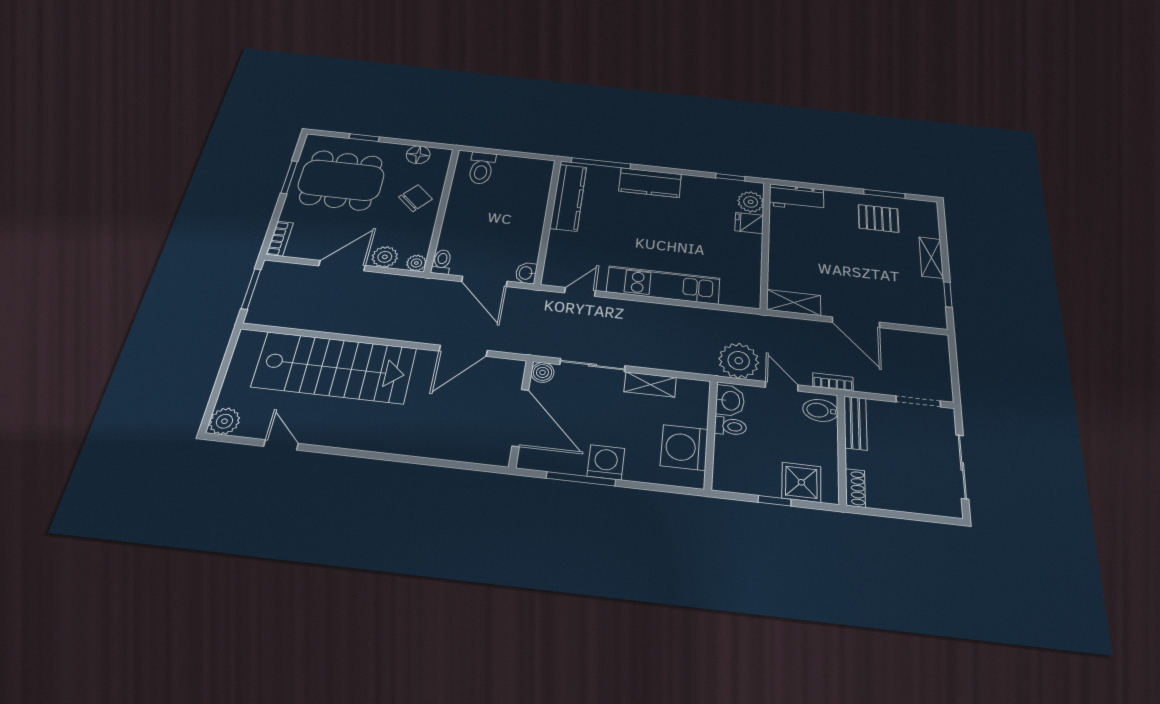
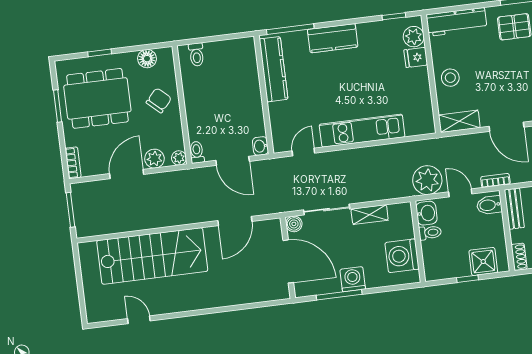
toilet: (481, 168) -> (196, 55), width x0.73, depth x0.72
workbench: (797, 198) -> (456, 22), width x1.38
stool: (790, 253) -> (450, 78), added
plant: (224, 421) -> (96, 313), removed

